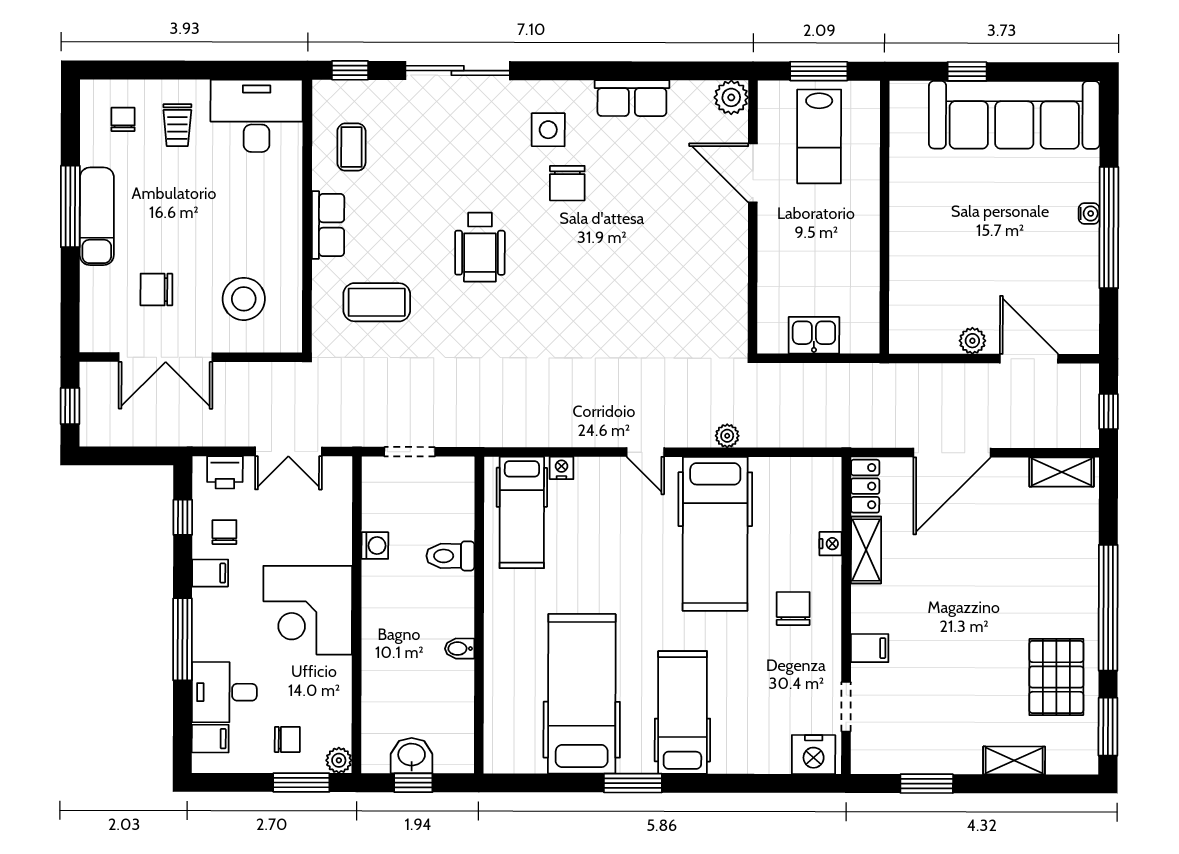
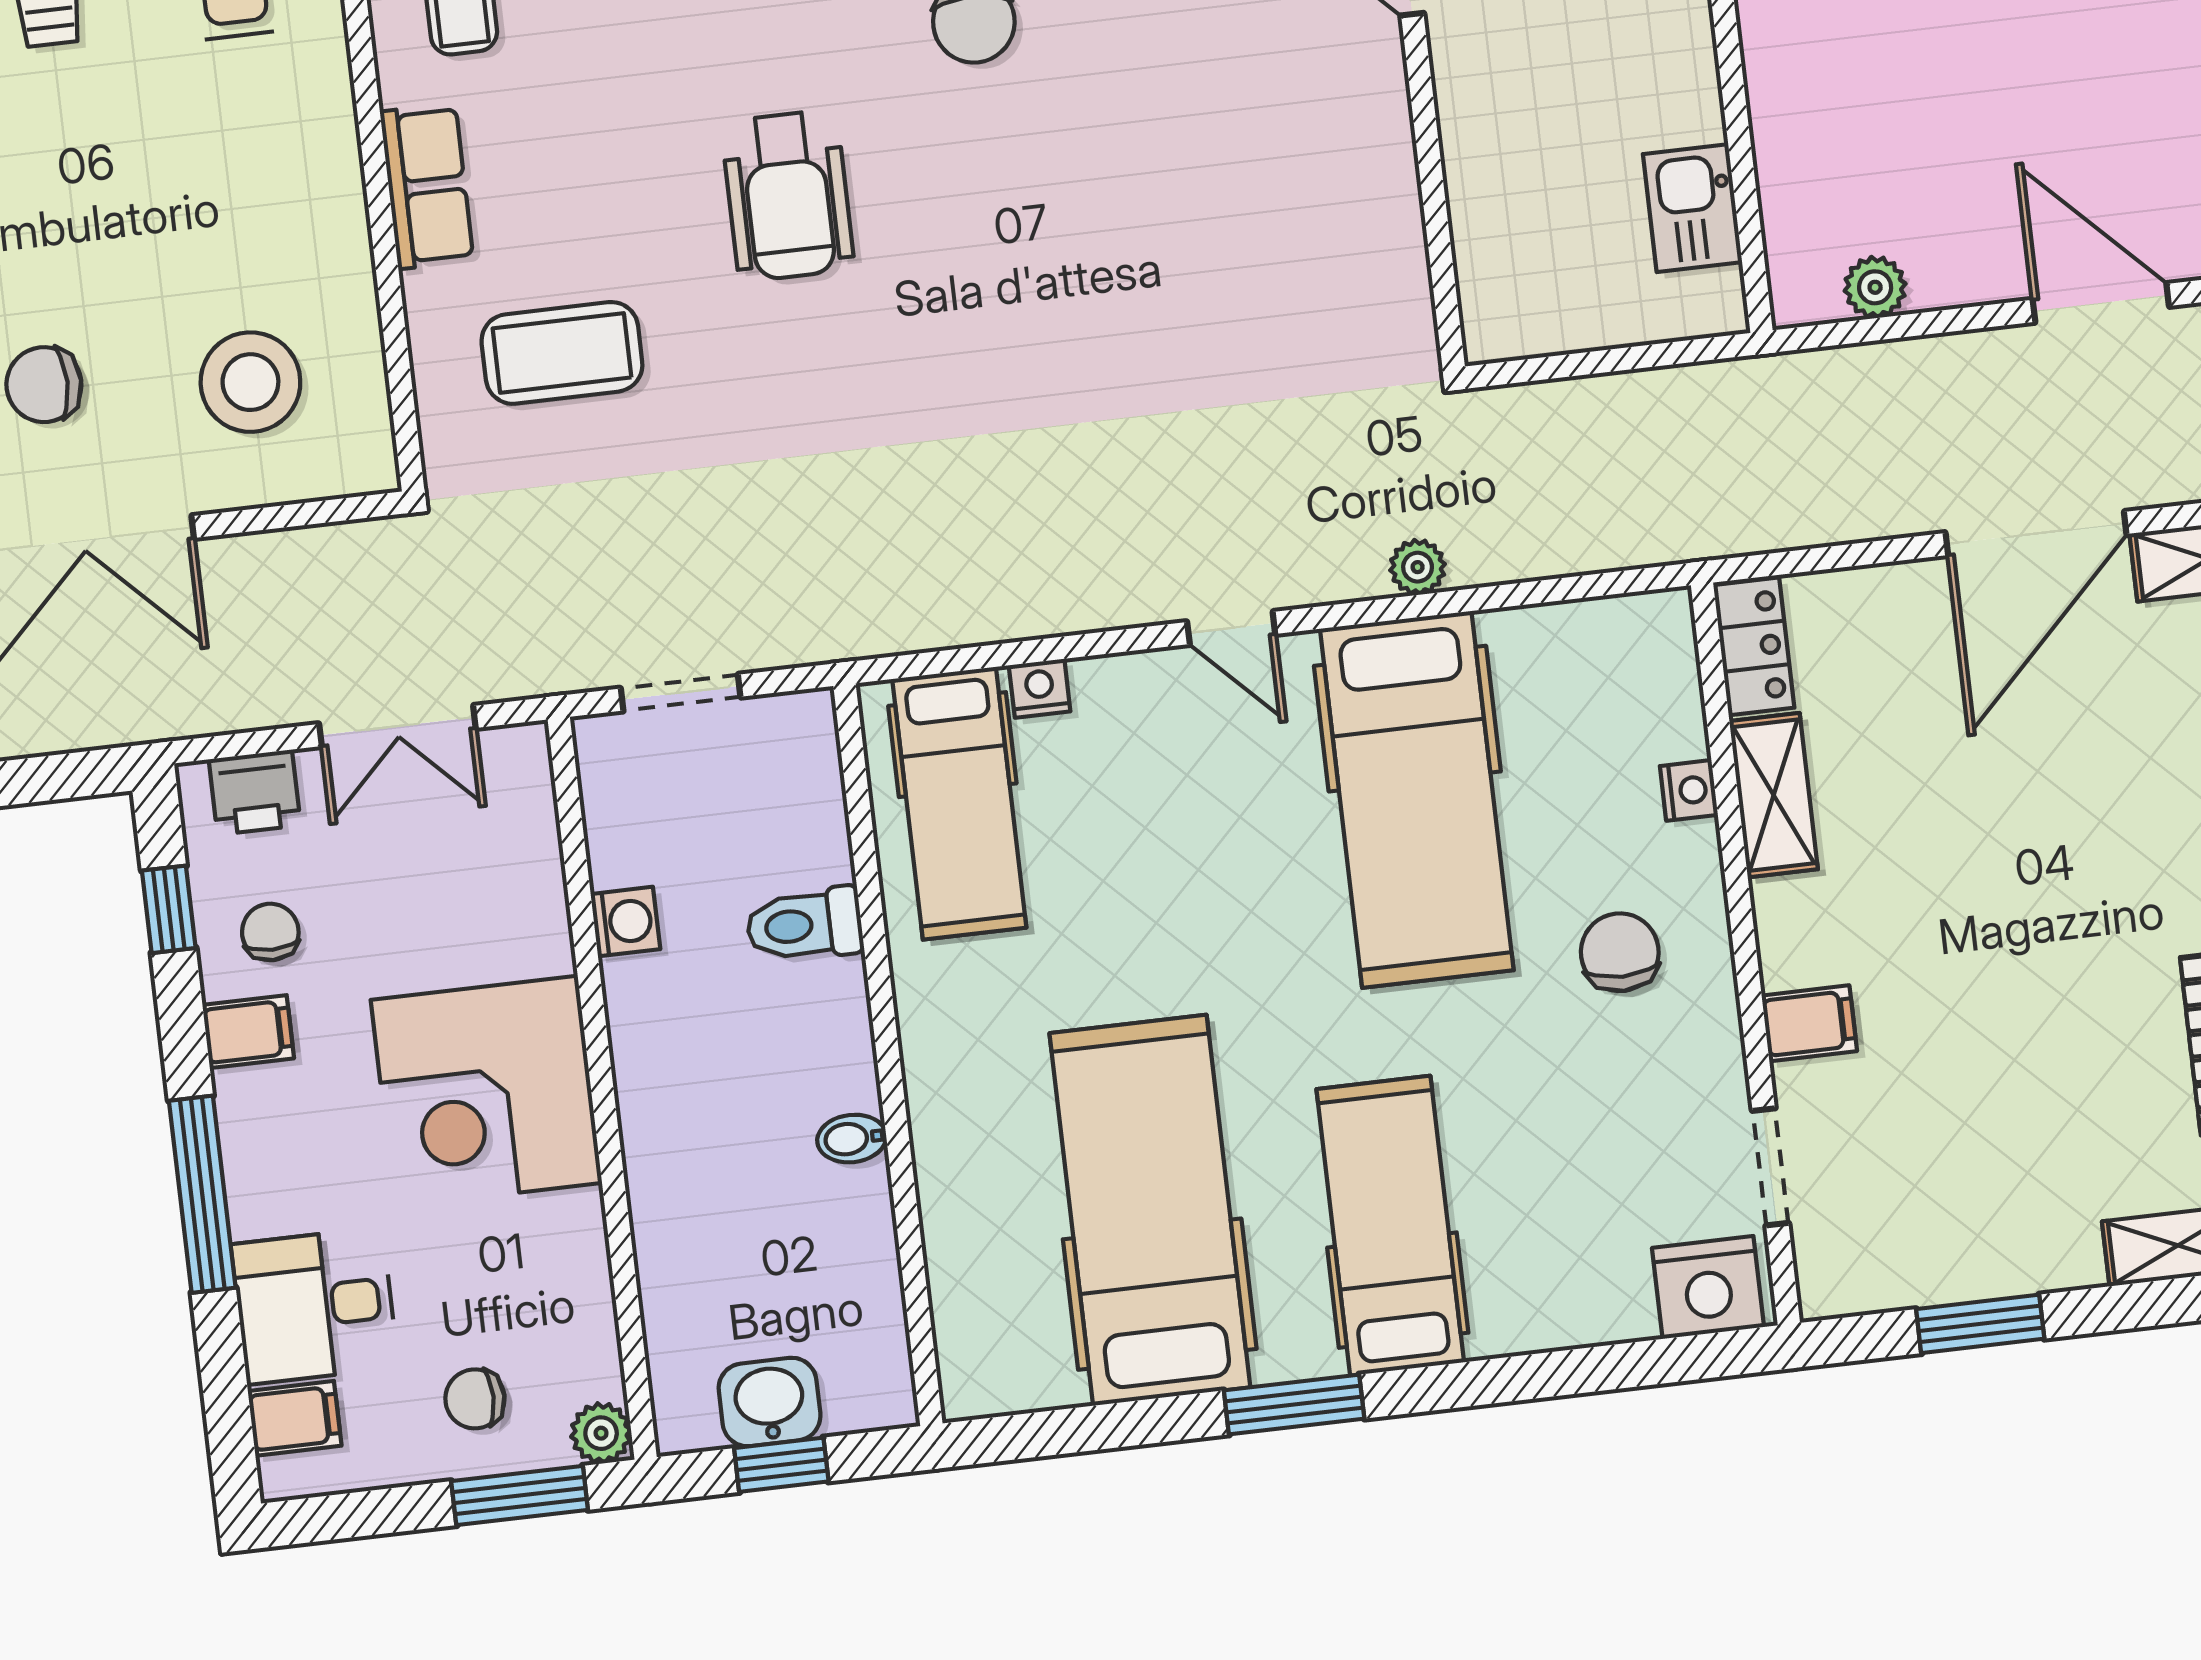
kitchen sink: (814, 335) -> (1693, 208), moved, turned -90
plant: (972, 341) -> (1875, 287), moved
door: (952, 453) -> (2036, 533), moved
chair: (287, 739) -> (475, 1399), turned 180

